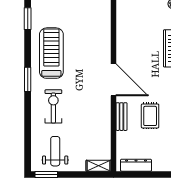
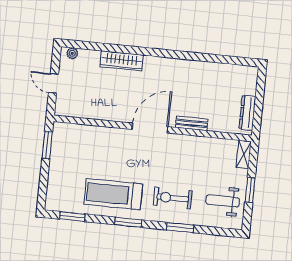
window: (28, 79) -> (128, 222), moved
window: (28, 116) -> (180, 228), added
rug: (150, 116) -> (194, 92), removed
window: (46, 174) -> (250, 190), moved

